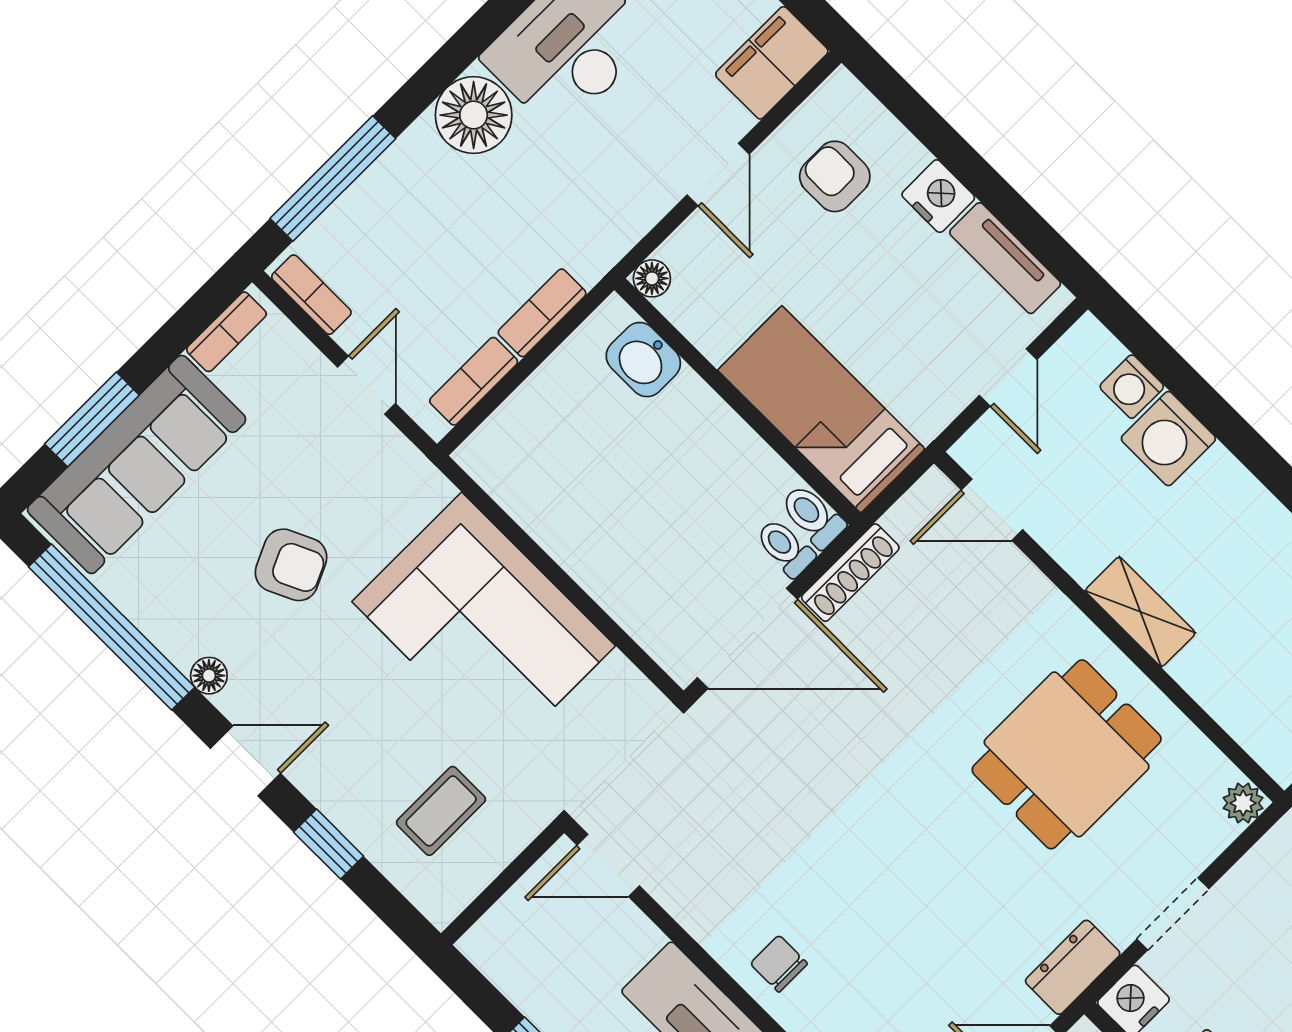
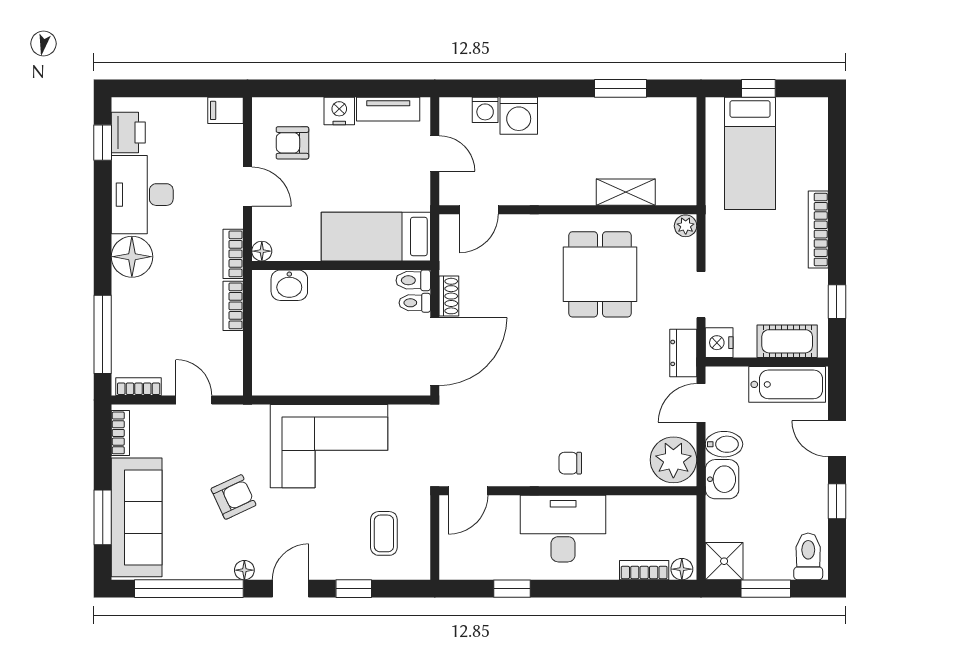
filing cabinet: (772, 63) -> (225, 110), width x0.50
bookcase: (474, 381) -> (233, 254), moved
shoe rack: (850, 573) -> (449, 296), width x0.70
shelving: (1140, 612) -> (626, 192), moved

